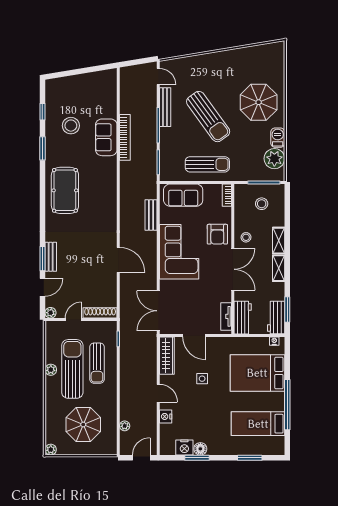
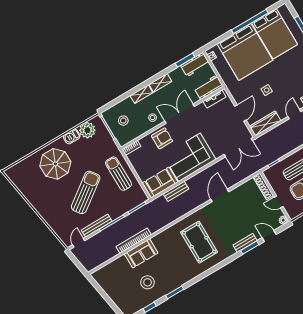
pool table: (65, 190) -> (199, 242), moved, turned 90
sofa: (183, 195) -> (160, 182), moved, turned -90
bed: (257, 373) -> (245, 52), width x1.36
bed: (258, 424) -> (275, 34), width x1.50

